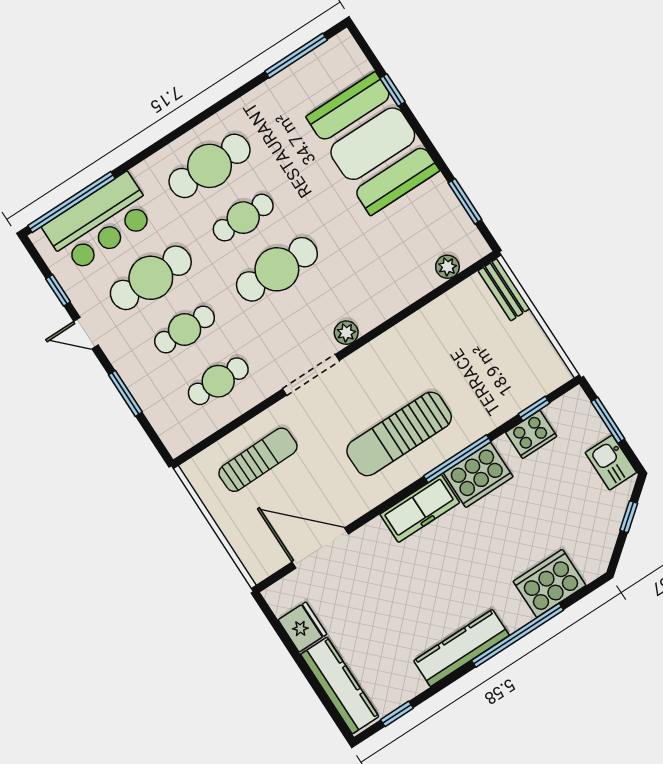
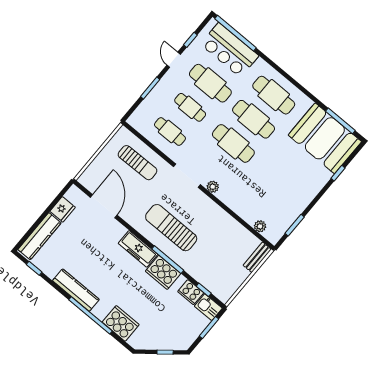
booth: (373, 144) -> (325, 138), moved, turned 90
cafe table: (243, 218) -> (254, 119), width x1.37, depth x1.35
kitchen sink: (611, 463) -> (208, 307), moved, turned -90

